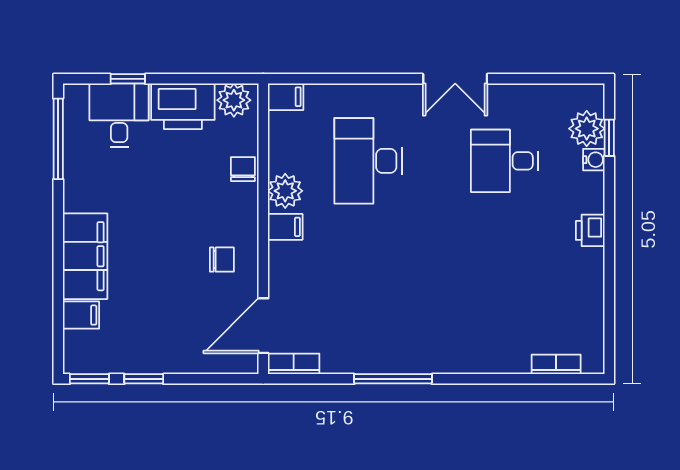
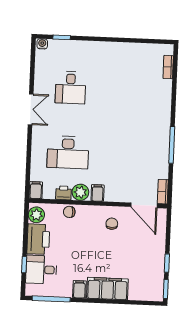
plant: (587, 129) -> (57, 48), removed
water cooler: (594, 160) -> (42, 44), moved
printer: (590, 230) -> (64, 193), moved, turned 180
filing cabinet: (81, 315) -> (79, 289), moved

